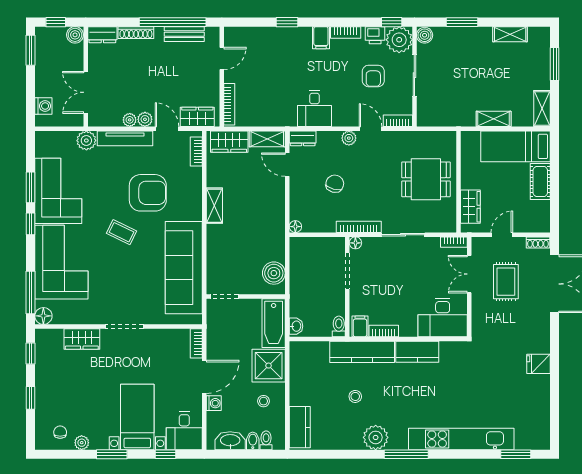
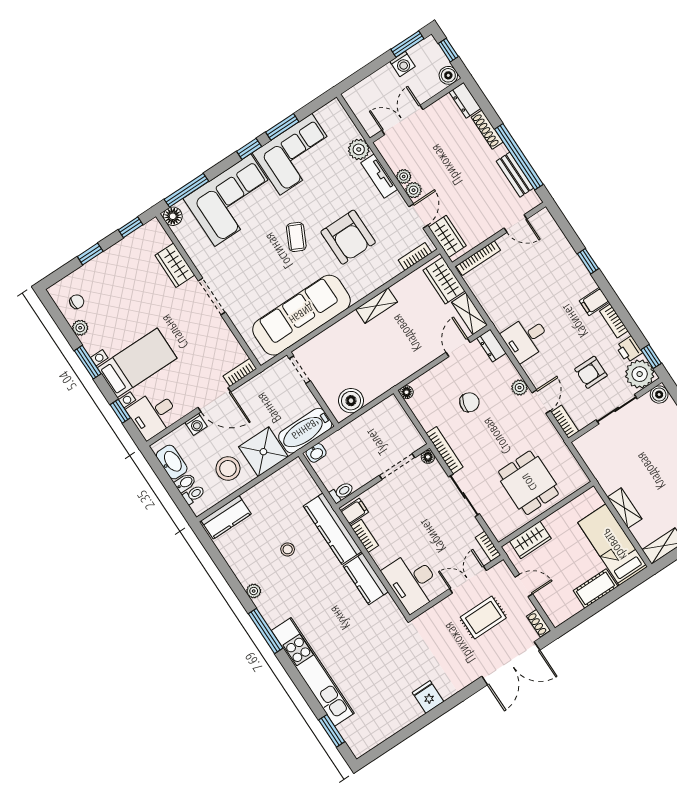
washing machine: (43, 106) -> (403, 64), moved
tv unit: (125, 138) -> (379, 176), width x0.71
stool: (263, 401) -> (228, 469), width x1.89, depth x1.89
plant: (376, 437) -> (254, 591), width x0.53, depth x0.53

